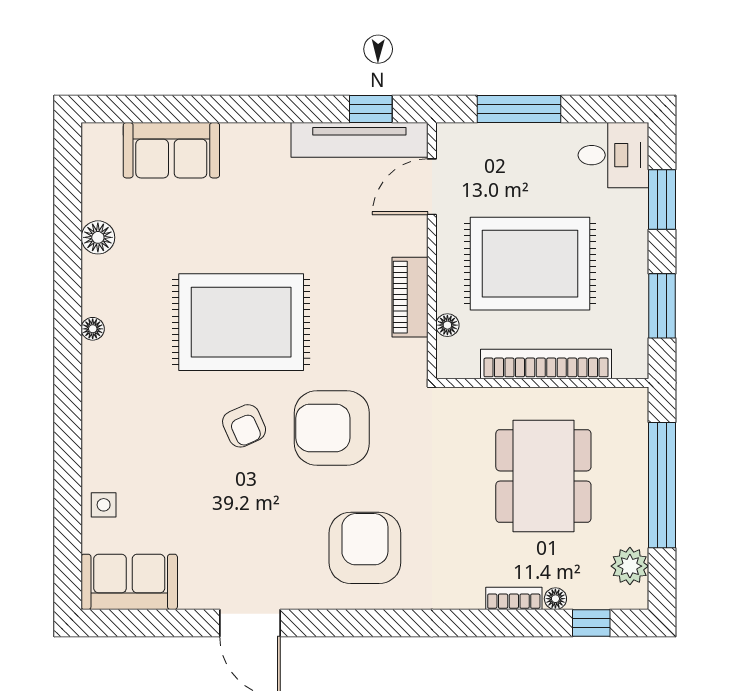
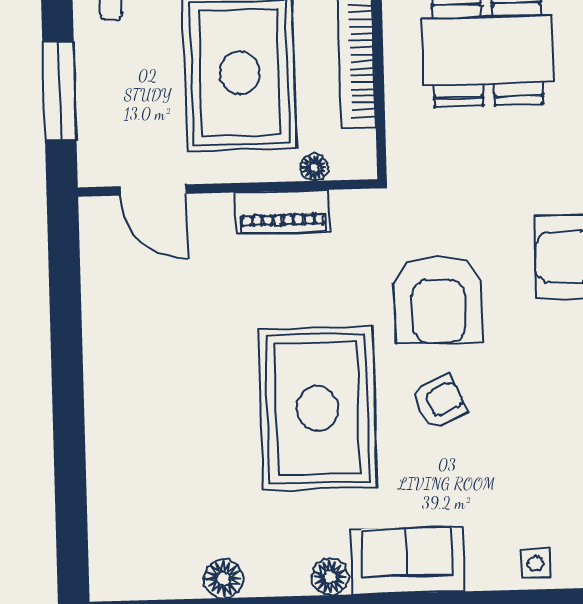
window: (371, 109) -> (64, 264), removed
tv unit: (359, 140) -> (101, 276), removed
sofa: (171, 150) -> (407, 560), moved, turned -90
floor lamp: (93, 329) -> (330, 577), width x1.37, depth x1.37

